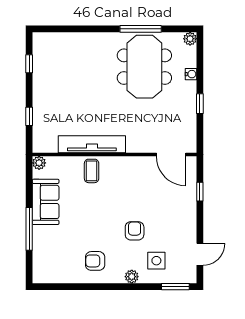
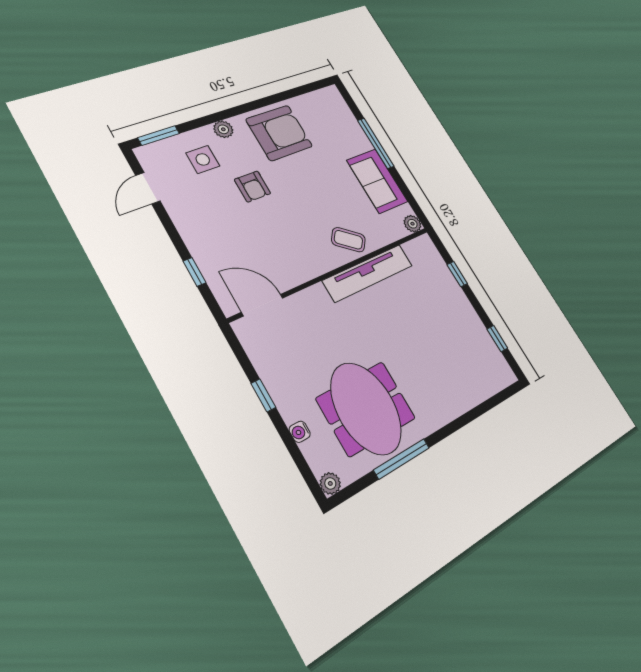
coffee table: (92, 171) -> (348, 240), turned -51
armchair: (95, 261) -> (279, 133), width x1.88, depth x1.88

